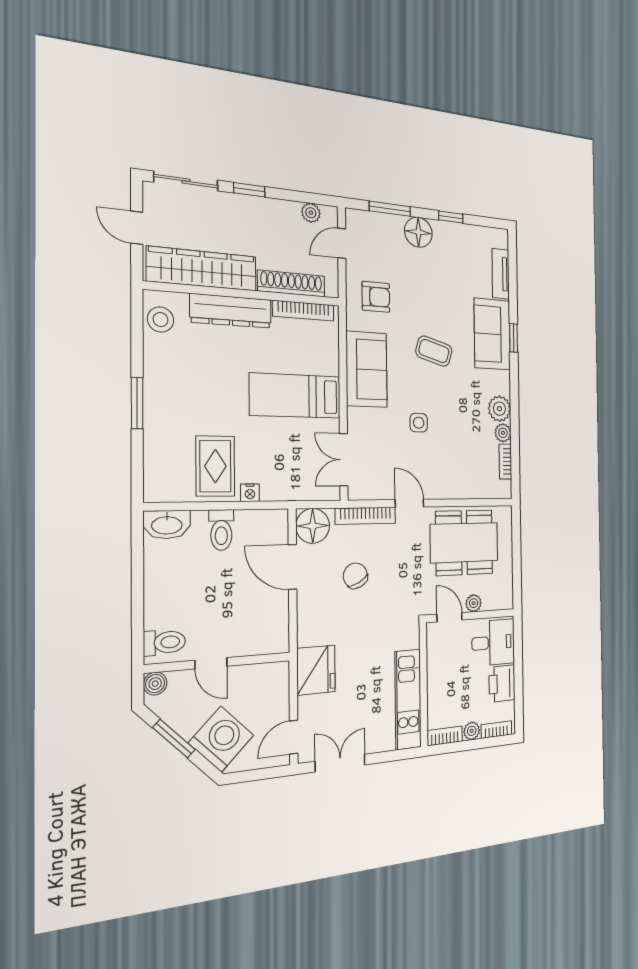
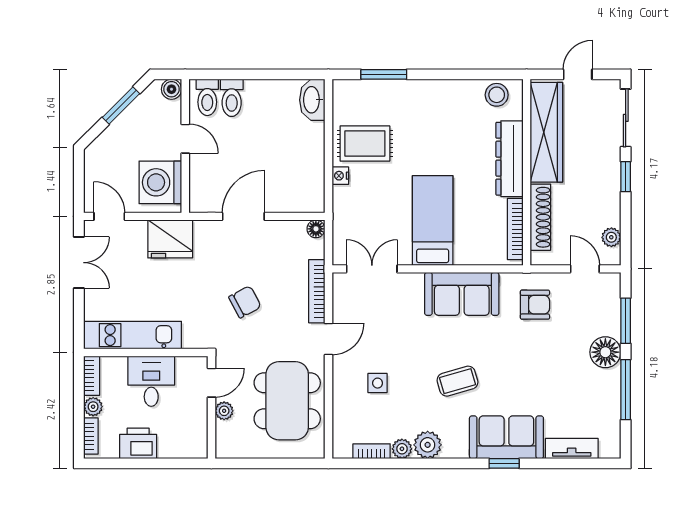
window: (451, 217) -> (626, 390), width x2.17
armchair: (376, 297) -> (535, 305), turned -90
coffee table: (434, 351) -> (457, 381), moved, turned 58
window: (137, 403) -> (384, 74), moved
side table: (419, 423) -> (378, 383), moved
floor lamp: (313, 526) -> (316, 229), width x0.53, depth x0.53
toilet: (221, 530) -> (232, 98), moved, turned -90
door: (293, 567) -> (243, 216), moved
chair: (355, 576) -> (245, 302), moved
desk: (493, 642) -> (151, 381), moved, turned 180
door: (211, 663) -> (185, 139), swing flipped
washing machine: (221, 739) -> (160, 182), moved, turned 135

